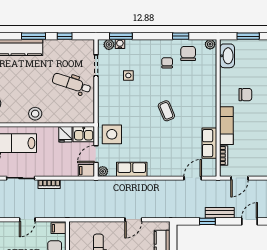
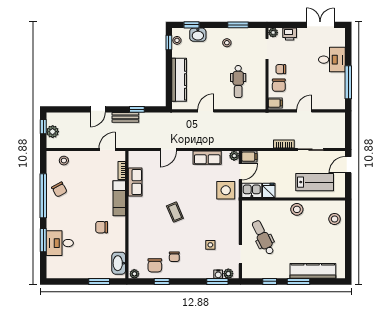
dental chair: (72, 83) -> (263, 237), turned -134
door: (193, 178) -> (168, 150), moved

